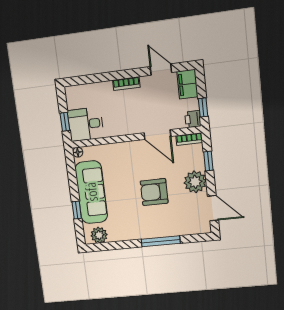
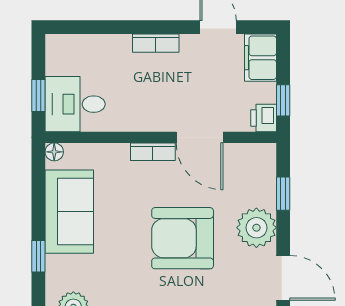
bookcase: (189, 139) -> (153, 152), moved
sofa: (91, 192) -> (69, 212), width x0.73
armchair: (154, 192) -> (183, 238), width x1.36, depth x1.36

